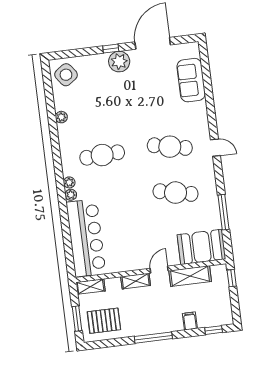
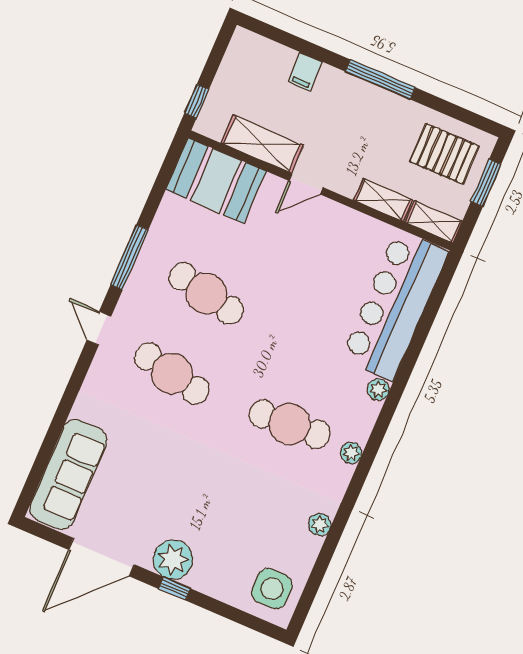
side table: (66, 75) -> (272, 589), turned 36
sofa: (191, 80) -> (68, 474), width x1.36
plant: (69, 182) -> (351, 453), moved
window: (224, 212) -> (129, 257), moved
shelving: (136, 281) -> (383, 200), moved
window: (214, 330) -> (276, 34), removed

